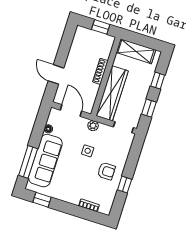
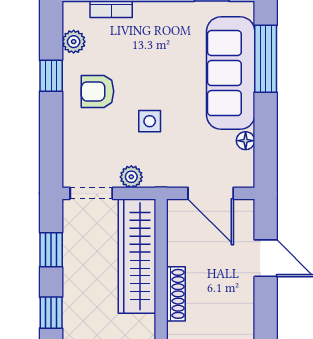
plant: (93, 126) -> (131, 177), moved
plant: (110, 196) -> (74, 42), added

